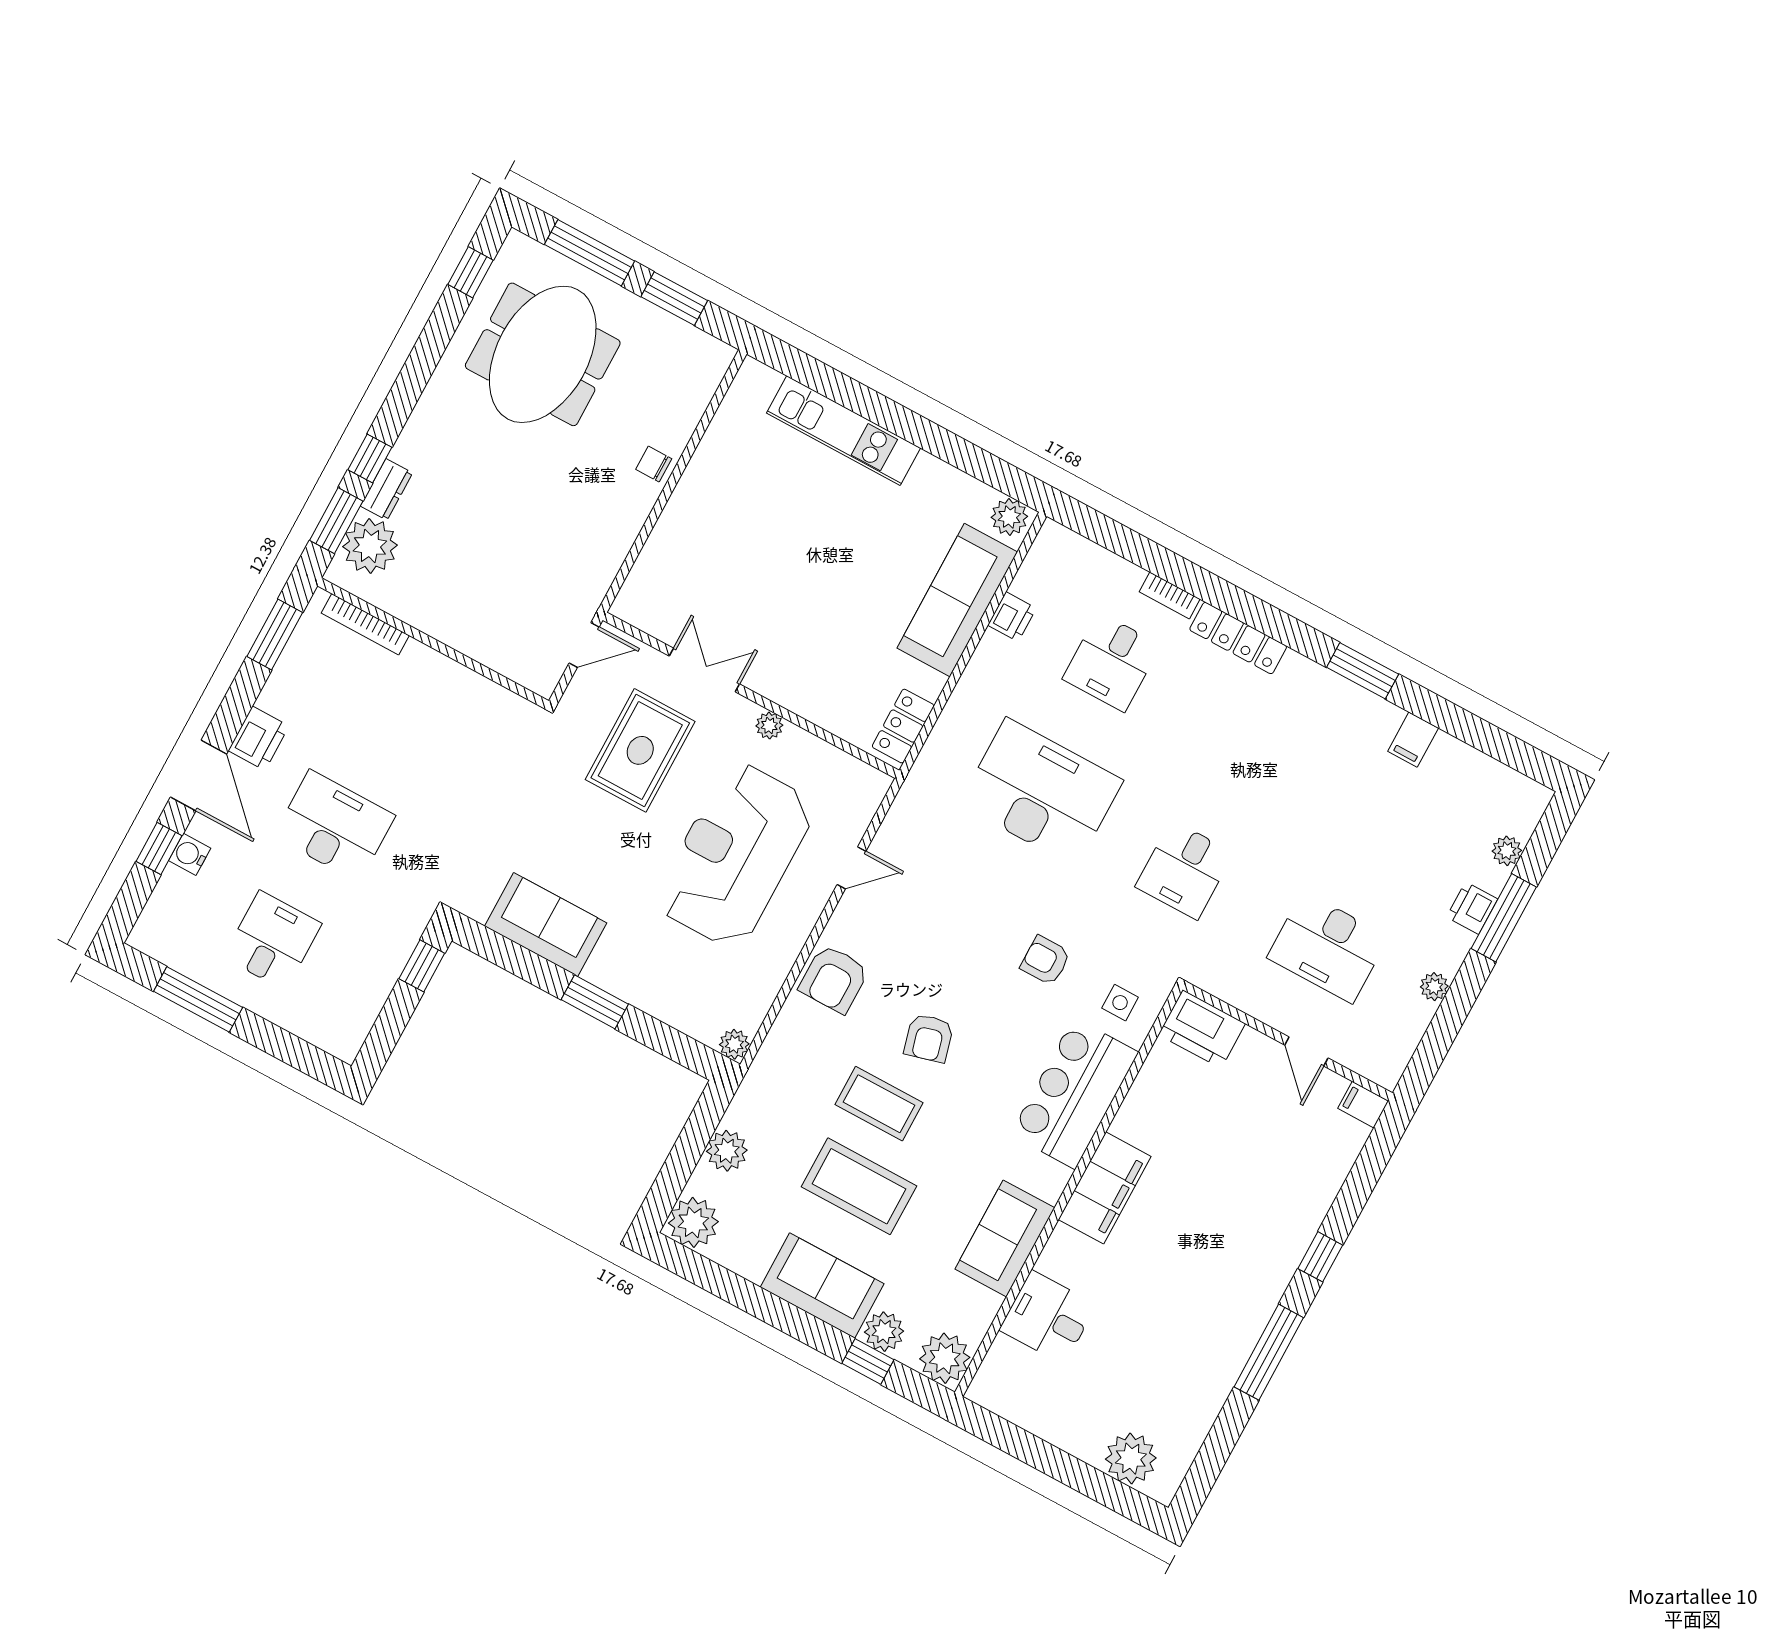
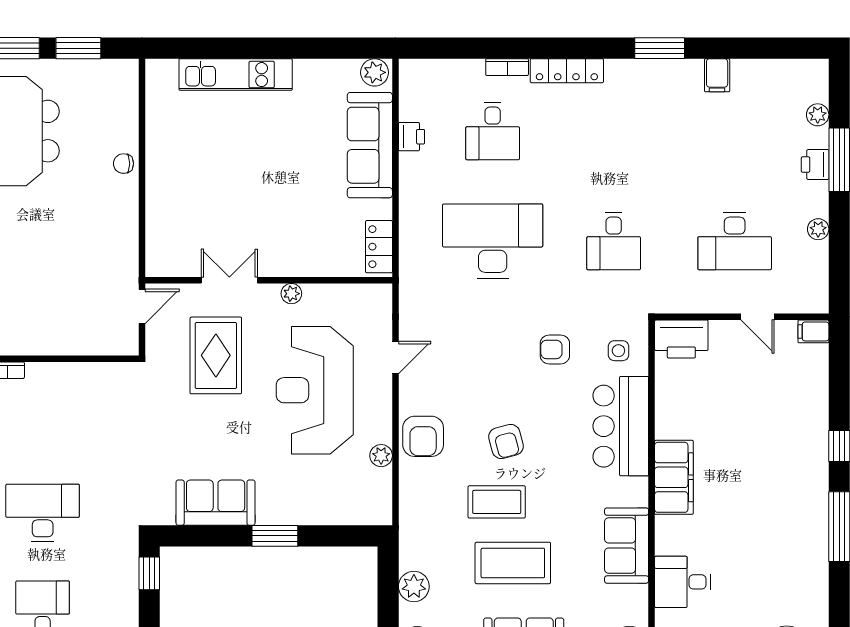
plant: (734, 1044) -> (381, 456), moved

